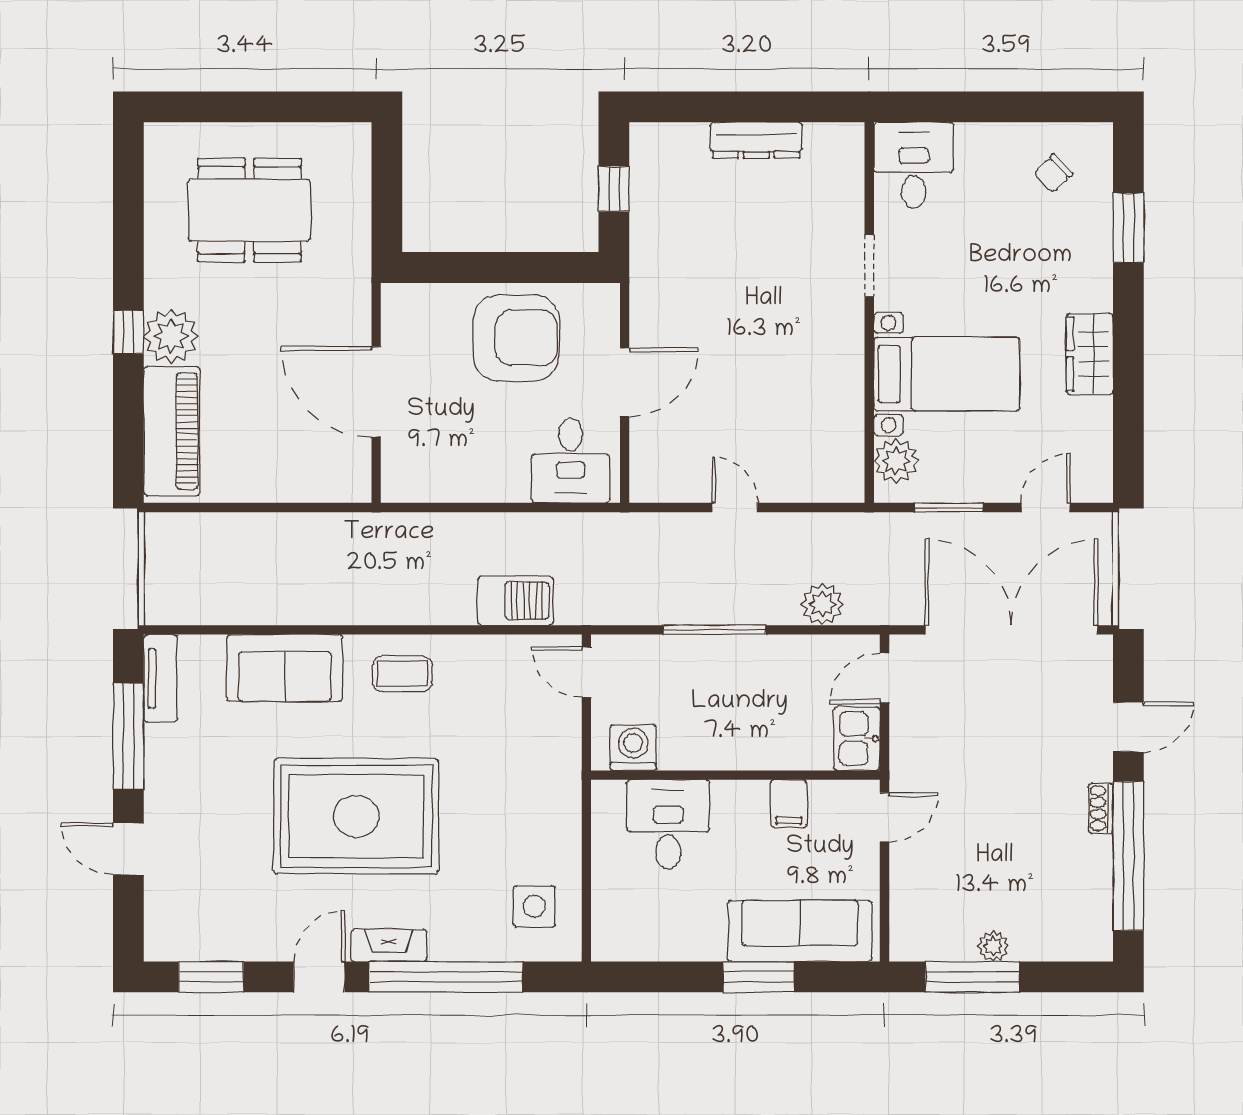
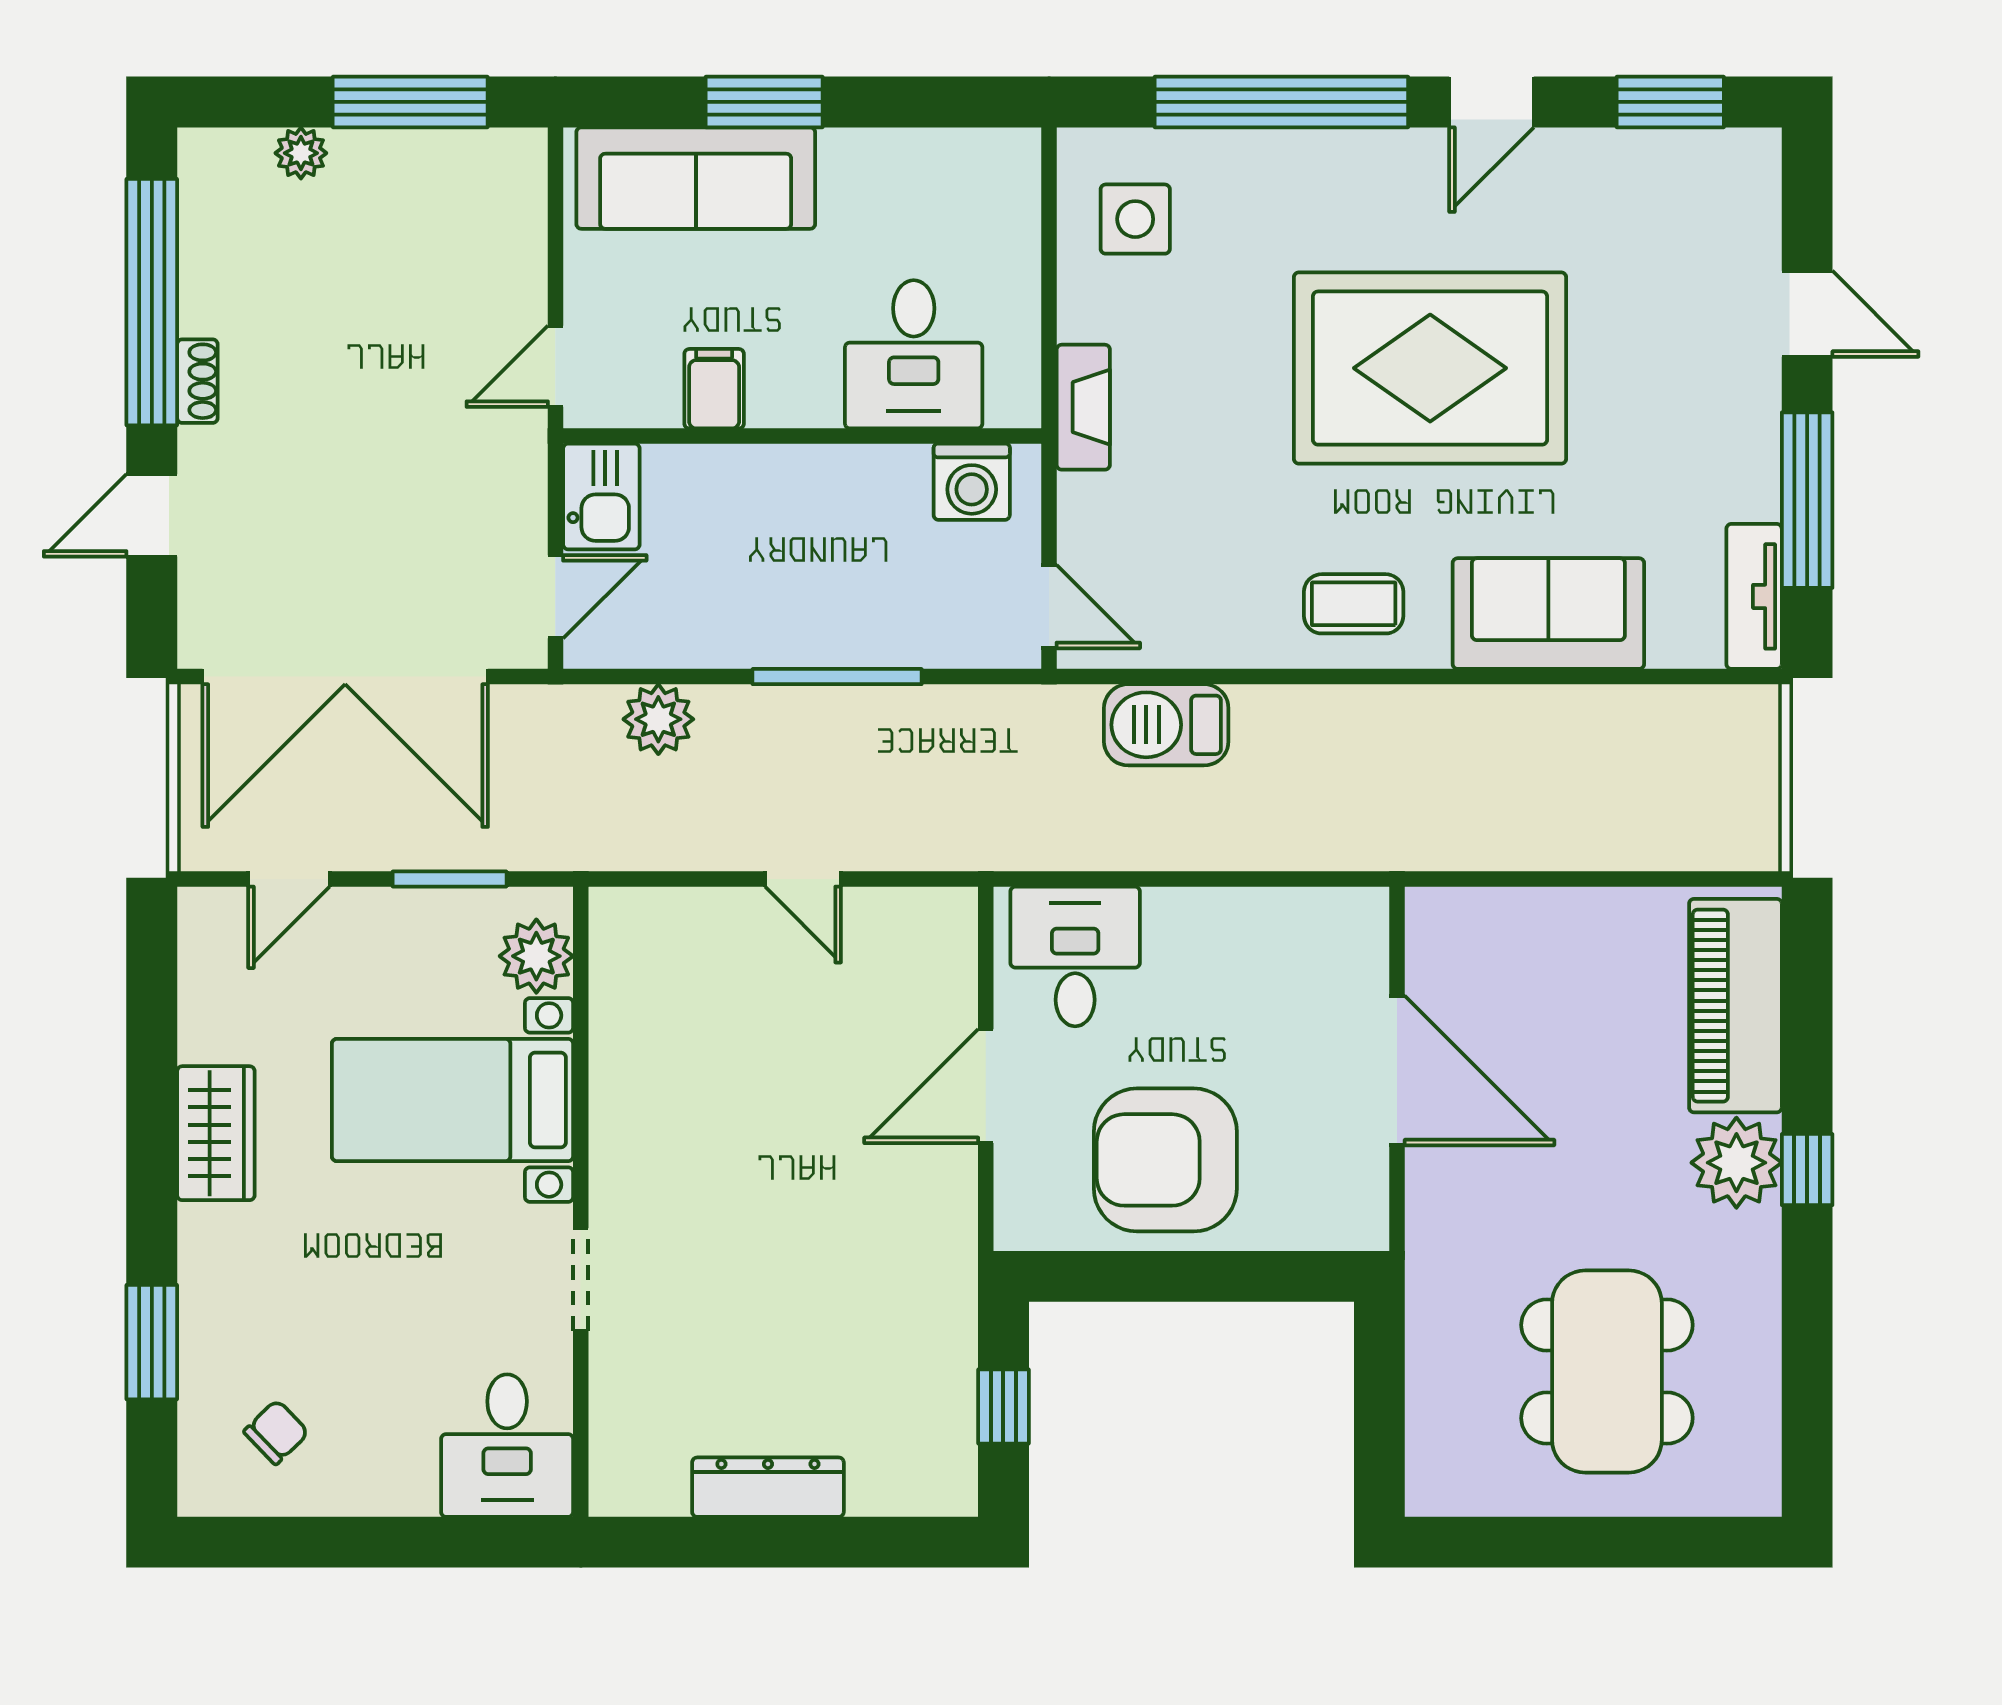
dining table: (249, 210) -> (1607, 1372), turned 90
fireplace: (389, 946) -> (1083, 407), moved, turned -90
plant: (993, 946) -> (301, 153), moved

